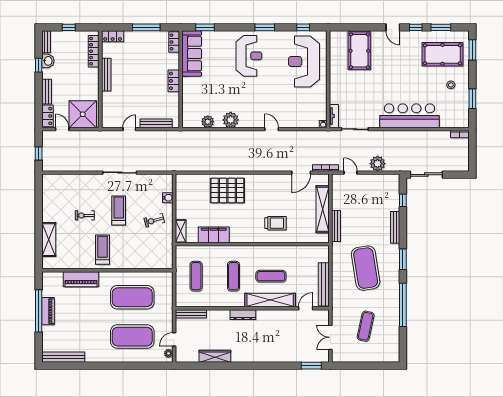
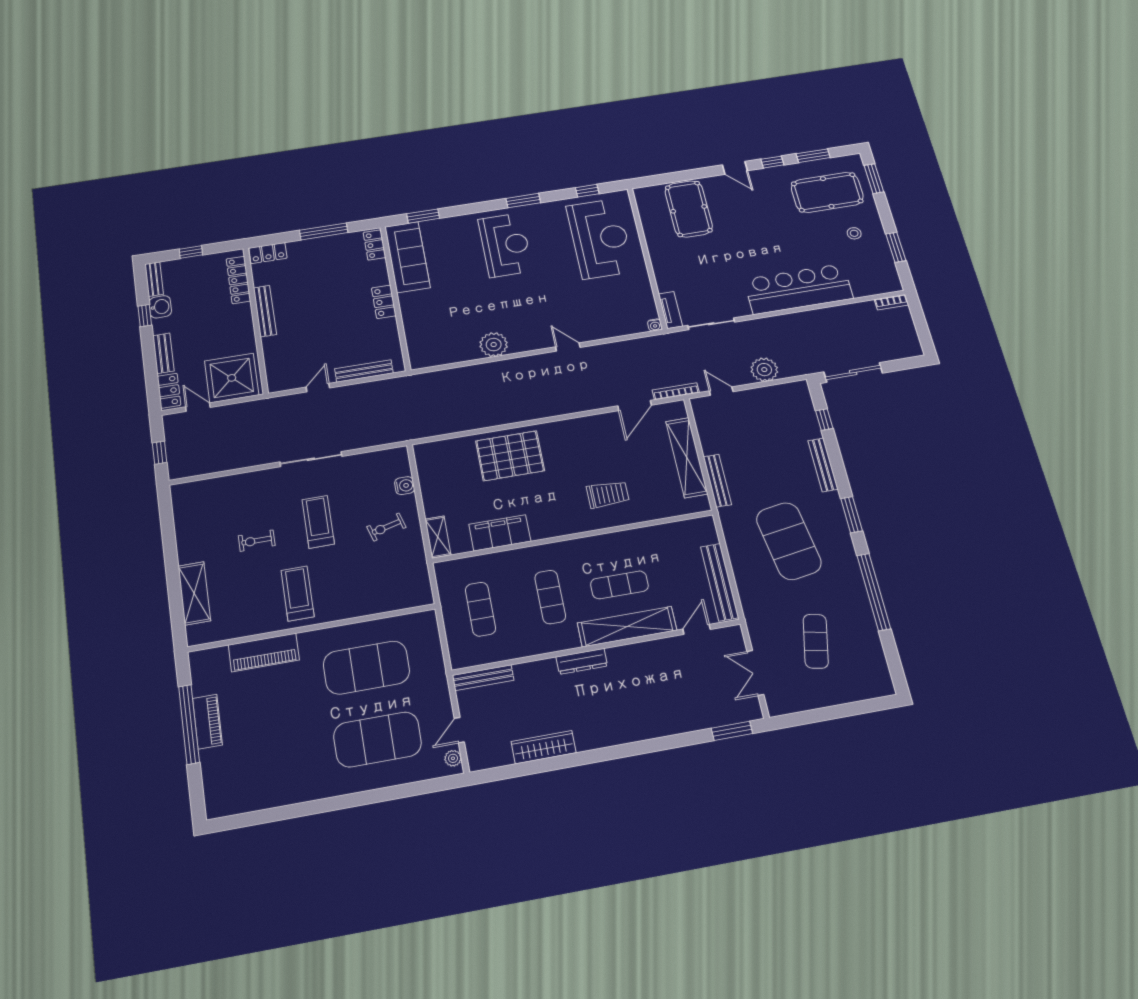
reception desk: (304, 61) -> (600, 239), turned 180
plant: (208, 122) -> (454, 354), removed
bench: (64, 357) -> (248, 803), removed

